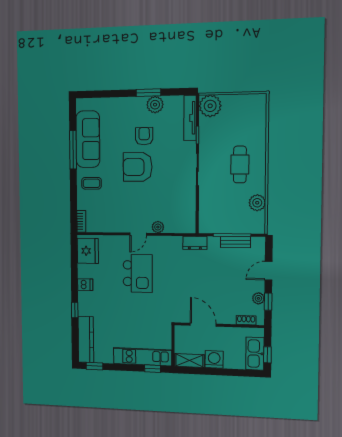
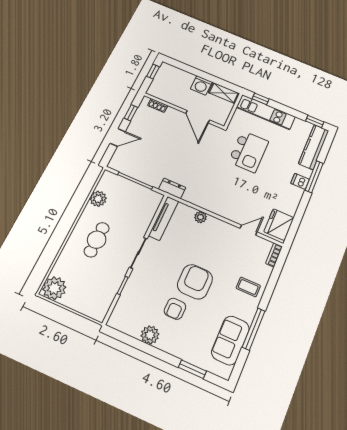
window: (148, 93) -> (192, 369), moved
plant: (210, 106) -> (54, 288), moved
tv unit: (190, 118) -> (164, 218), moved
sofa: (88, 139) -> (230, 340), width x0.73
armchair: (138, 167) -> (195, 282), turned -90
door: (138, 234) -> (249, 230), moved
bench: (235, 242) -> (135, 173), removed
kitchen island: (138, 273) -> (248, 152), moved, turned 180
dishwasher: (85, 285) -> (300, 181), moved
plant: (258, 298) -> (138, 119), removed
window: (75, 310) -> (314, 177), width x2.17
kitchen sink: (255, 354) -> (163, 77), removed

